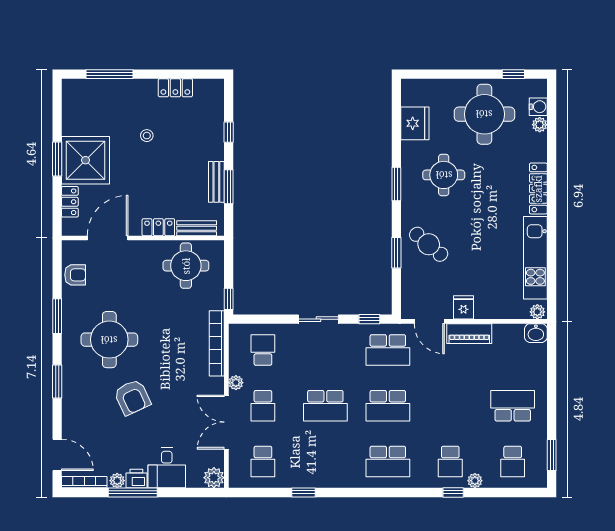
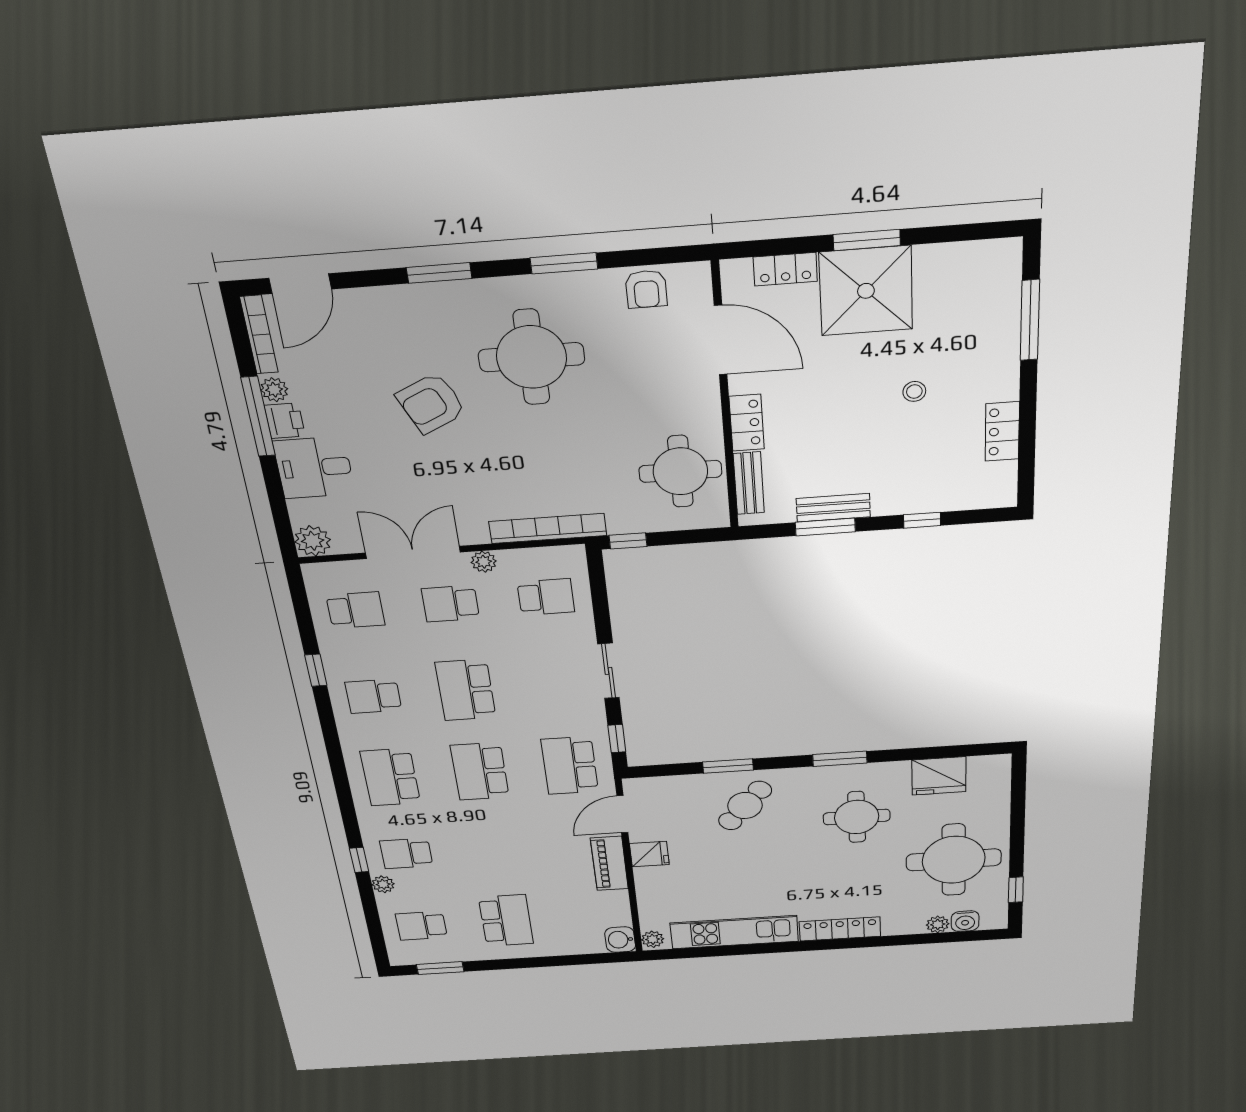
school desk: (263, 462) -> (355, 610), turned 180
school desk: (325, 462) -> (373, 696), added

